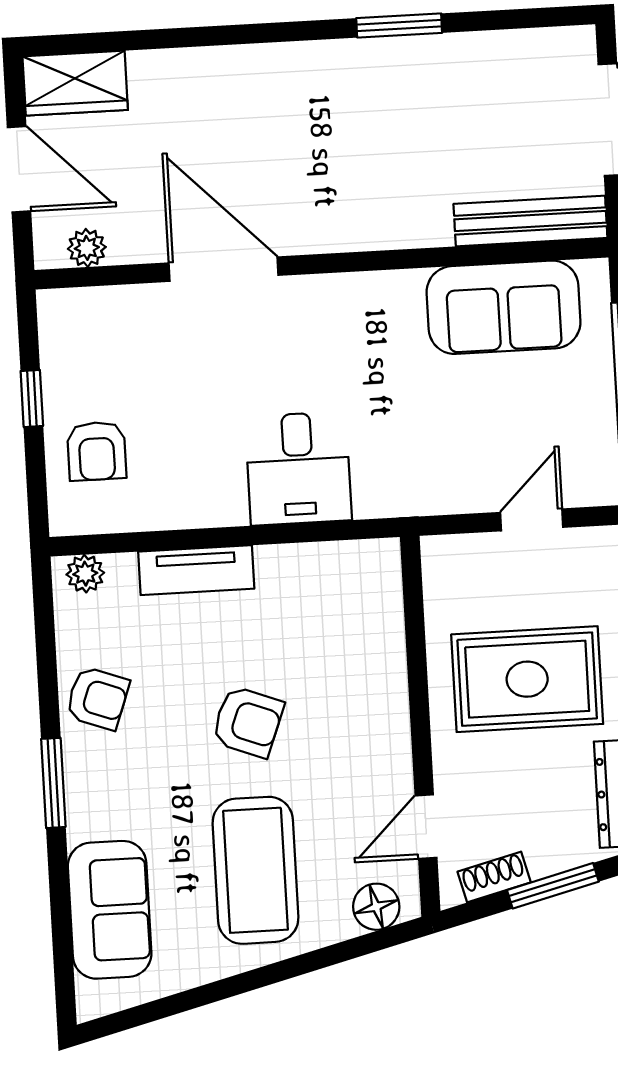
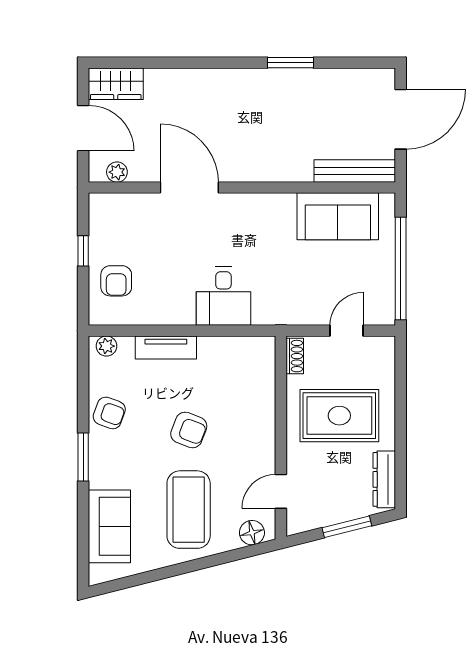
shoe rack: (494, 877) -> (295, 356), moved, turned 104

